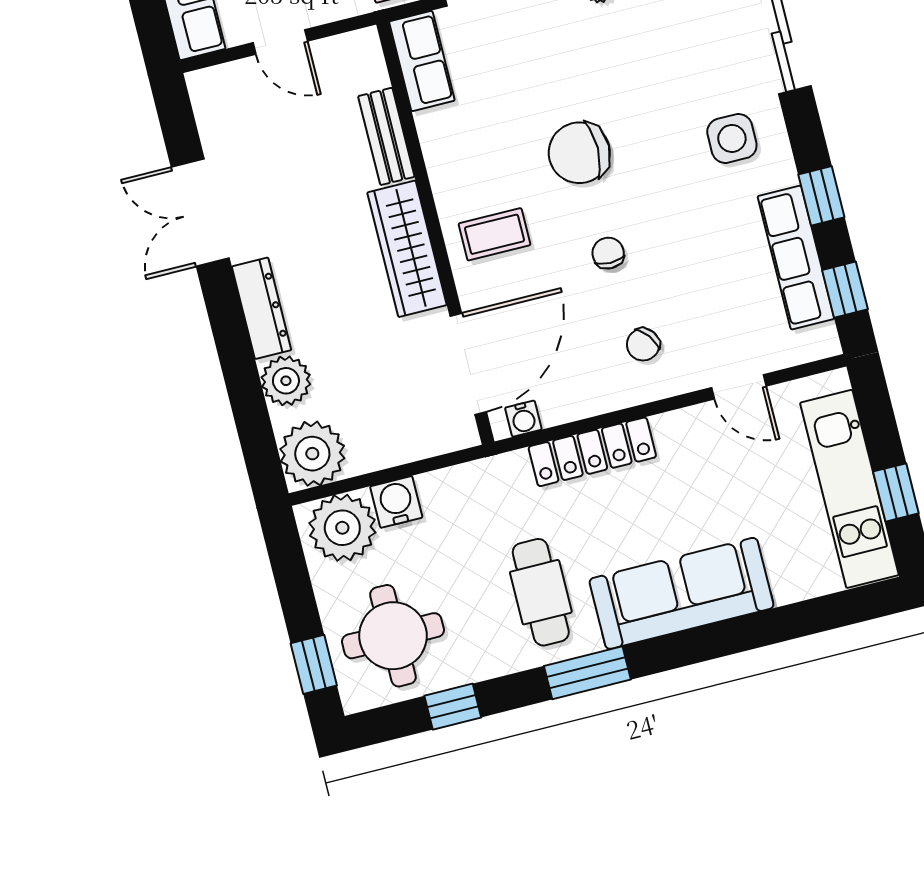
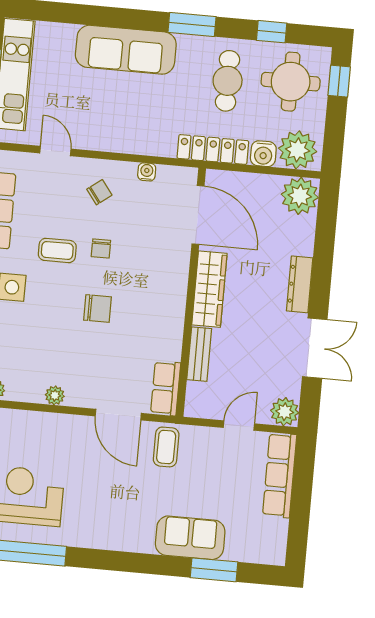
door: (280, 42) -> (239, 426), hinge flipped
chair: (579, 153) -> (98, 308), width x0.73, depth x0.73
coffee table: (494, 234) -> (57, 250), moved
door: (468, 364) -> (198, 215), swing flipped
plant: (286, 381) -> (285, 412), moved
water cooler: (523, 419) -> (147, 172), moved
locker: (592, 452) -> (213, 150), moved
cafe table: (541, 592) -> (228, 81), moved

